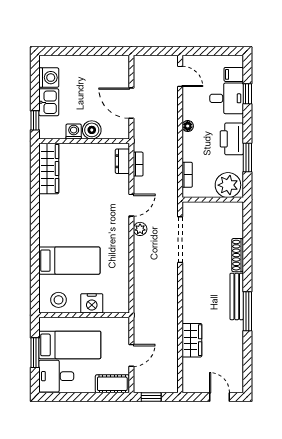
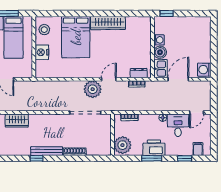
washing machine: (49, 78) -> (204, 70), moved, turned 90
desk: (227, 98) -> (178, 125), moved, turned 180
kitchen sink: (49, 102) -> (160, 69), moved, turned -90
window: (247, 158) -> (152, 158), moved
wardrobe: (49, 169) -> (108, 23), moved
door: (131, 205) -> (109, 79), swing flipped
plant: (140, 229) -> (93, 89), width x1.87, depth x1.87
bed: (69, 261) -> (76, 37), width x1.50
window: (247, 311) -> (36, 158), width x0.46

